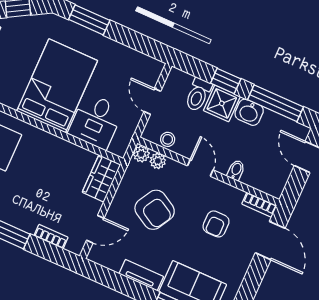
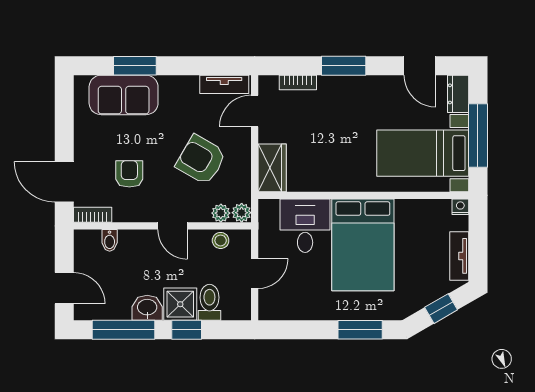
door: (152, 101) -> (255, 273), hinge flipped
bidet: (236, 170) -> (110, 240), moved
tv unit: (141, 275) -> (224, 84), moved

